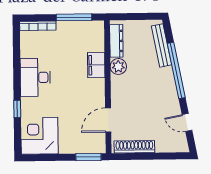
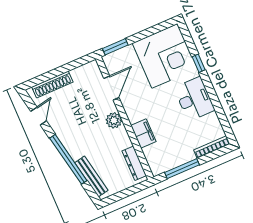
plant: (118, 66) -> (114, 120), moved
door: (187, 122) -> (39, 116), hinge flipped
corner desk: (39, 136) -> (165, 56), width x1.36, depth x1.36
shoe rack: (134, 147) -> (52, 84), moved

